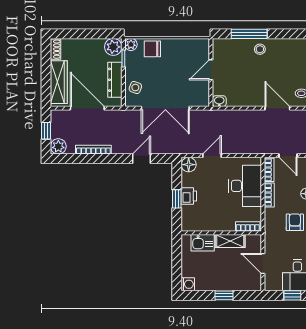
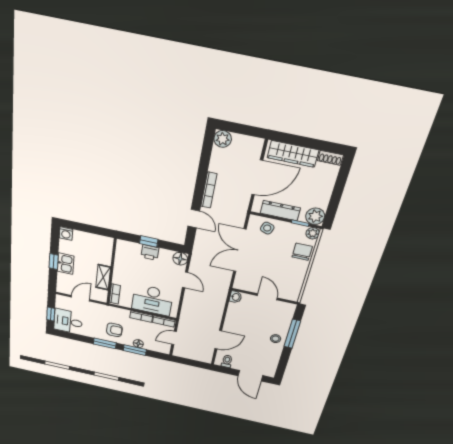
window: (46, 131) -> (243, 129), removed
bookcase: (93, 150) -> (209, 190), moved
kitchen sink: (203, 243) -> (65, 264), moved, turned 180

